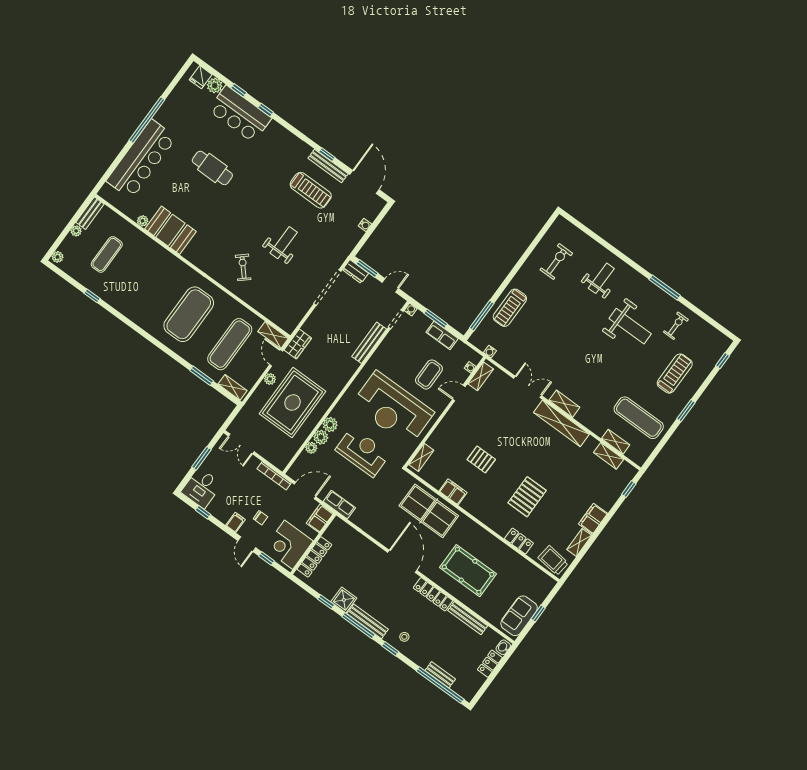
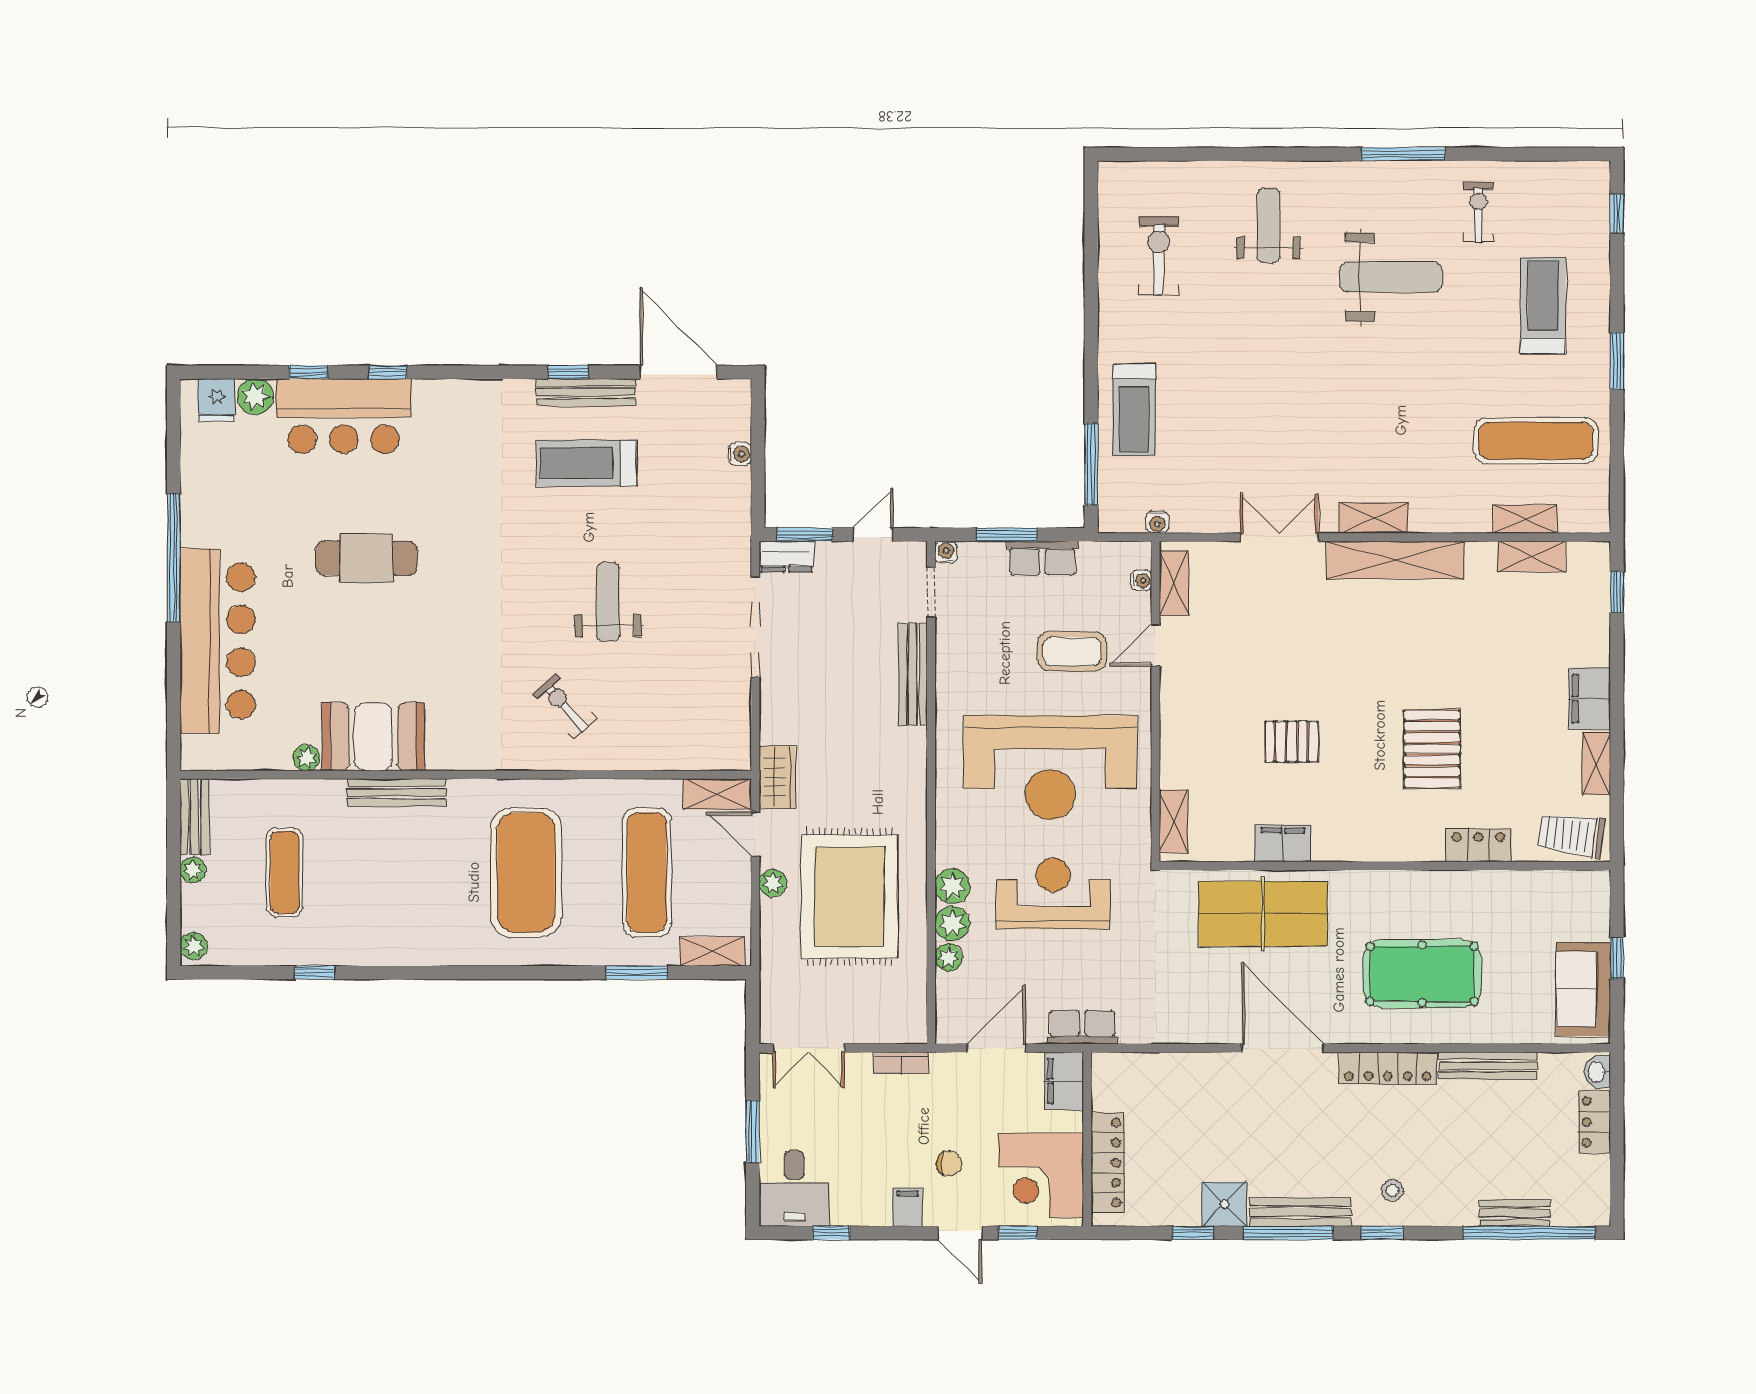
treadmill: (311, 190) -> (587, 463), turned 180
bench: (164, 255) -> (396, 793), added
coffee table: (429, 374) -> (1072, 651), turned 90
bookcase: (274, 476) -> (901, 1063), width x0.64

